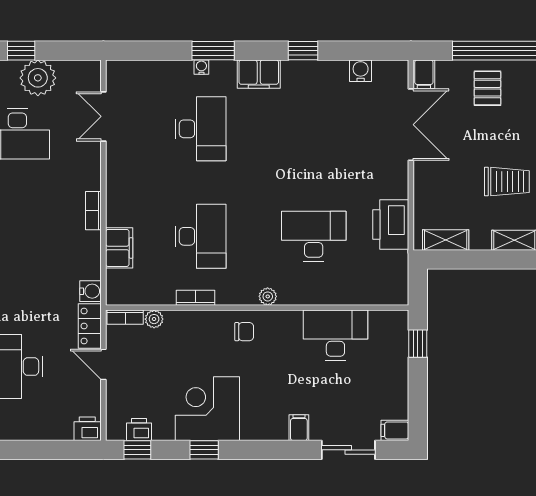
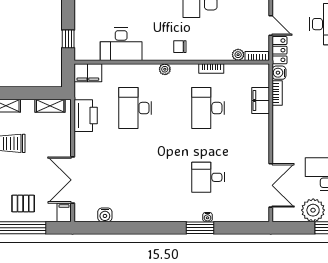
window: (303, 51) -> (142, 228), removed
filing cabinet: (259, 74) -> (88, 73), moved, turned 180
pallet: (487, 88) -> (23, 203), turned 90
double door: (103, 116) -> (271, 185), width x1.37
desk: (201, 129) -> (208, 177), width x0.73
bookcase: (93, 211) -> (277, 93), moved
desk: (314, 236) -> (135, 108), turned 90

